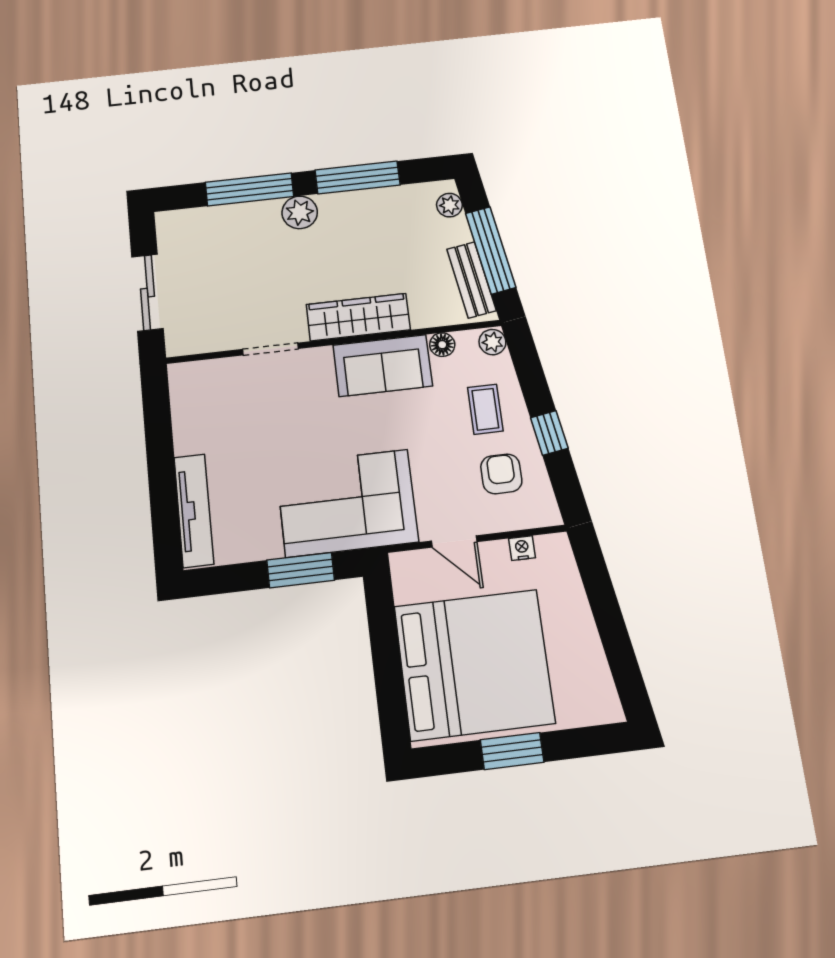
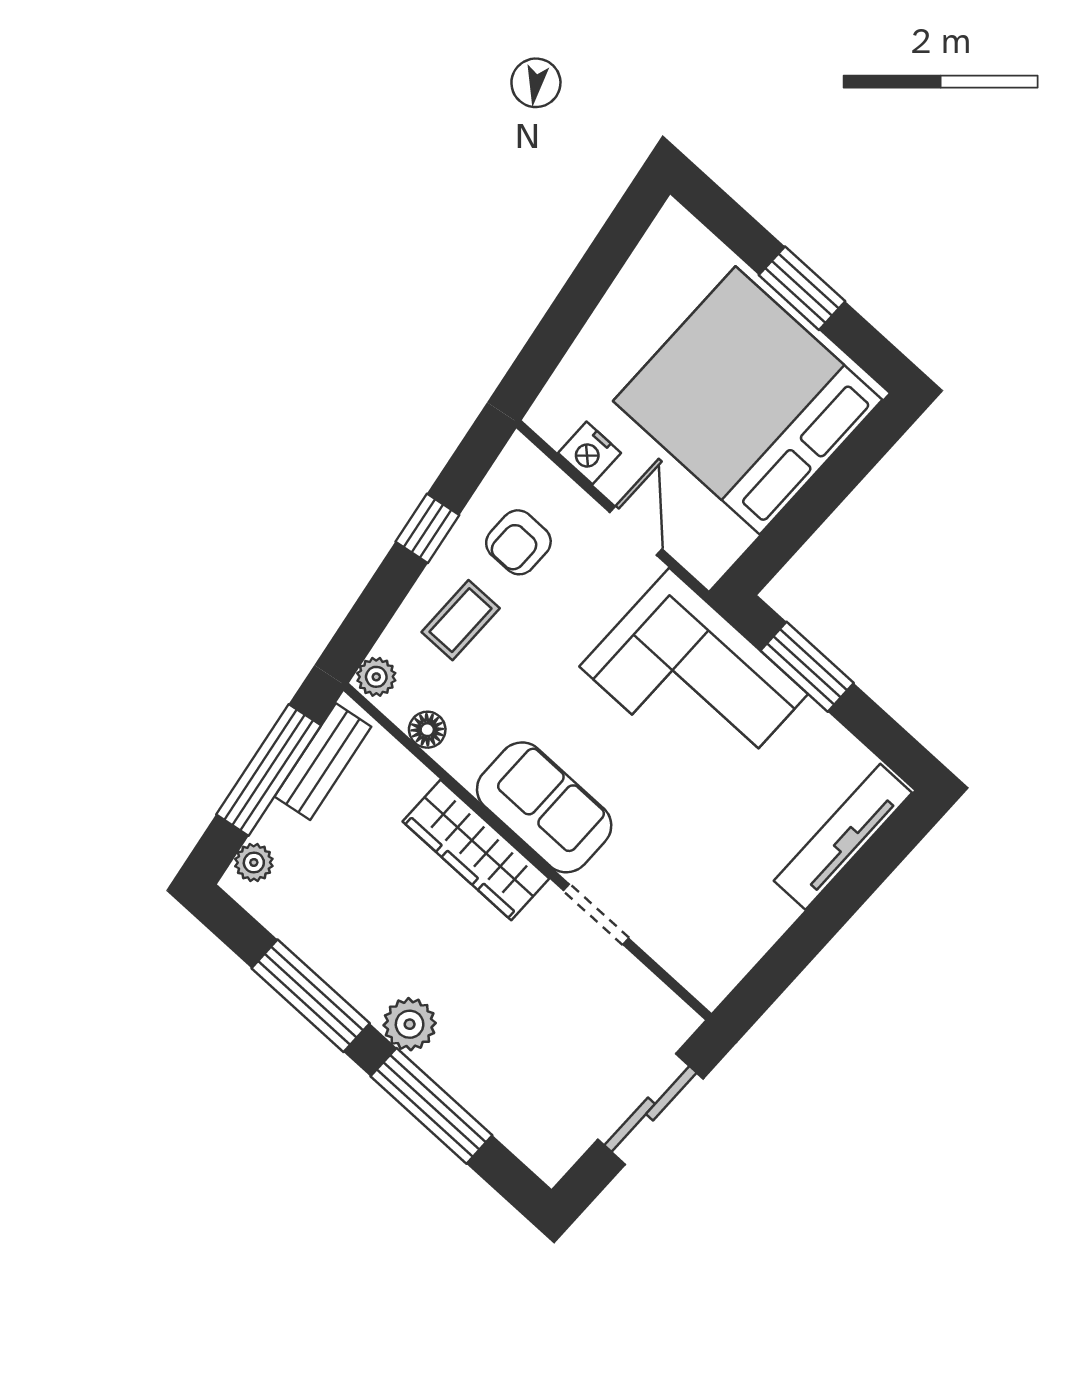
sofa: (383, 366) -> (544, 807), moved
nightstand: (522, 548) -> (590, 453), width x1.39, depth x1.35

